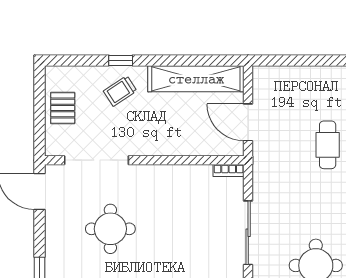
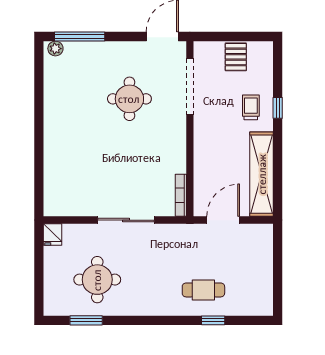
trolley: (120, 91) -> (251, 107), turned 33
pallet: (63, 108) -> (236, 57), turned 90
bookcase: (229, 170) -> (181, 195), width x1.56

